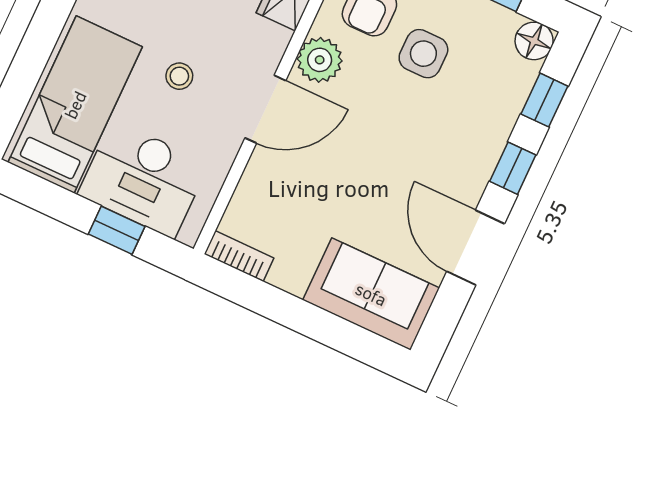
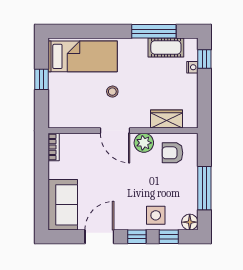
side table: (423, 54) -> (156, 215), moved
desk: (143, 179) -> (66, 96), removed
window: (117, 230) -> (42, 79), moved

